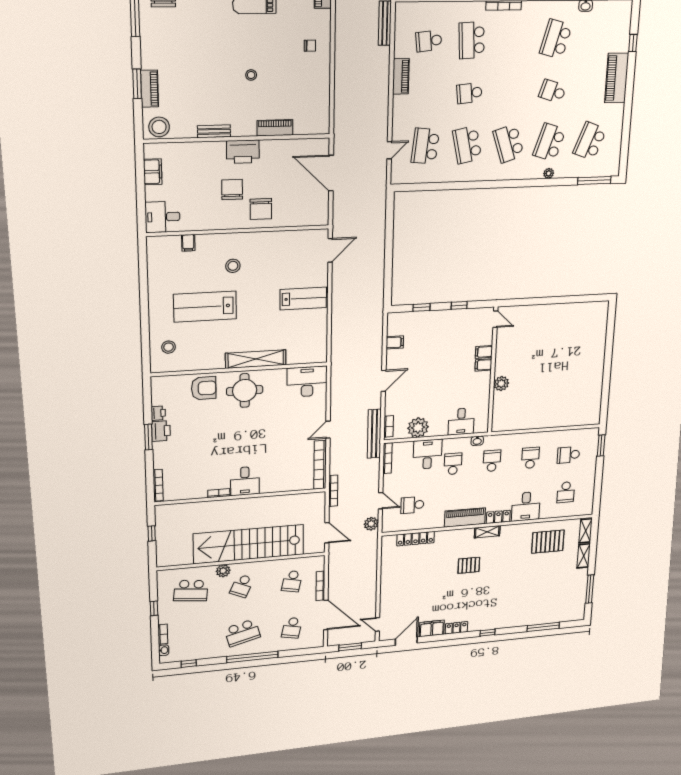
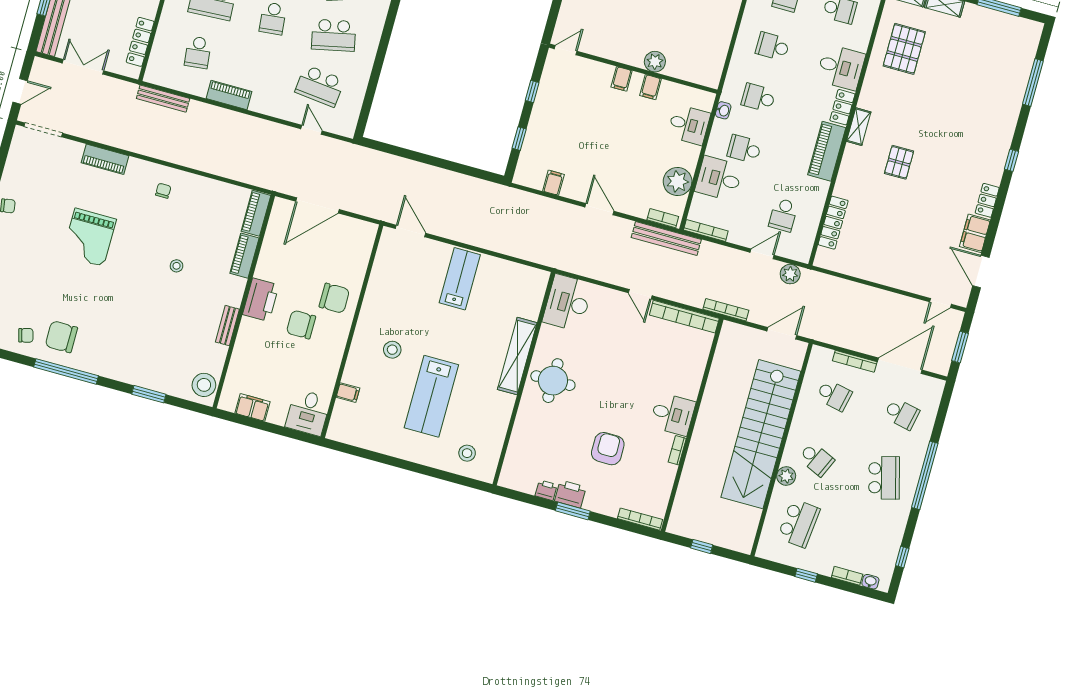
piano: (150, 89) -> (256, 213), moved, turned -90
filing cabinet: (484, 352) -> (651, 87), moved
armchair: (204, 388) -> (608, 449), moved

